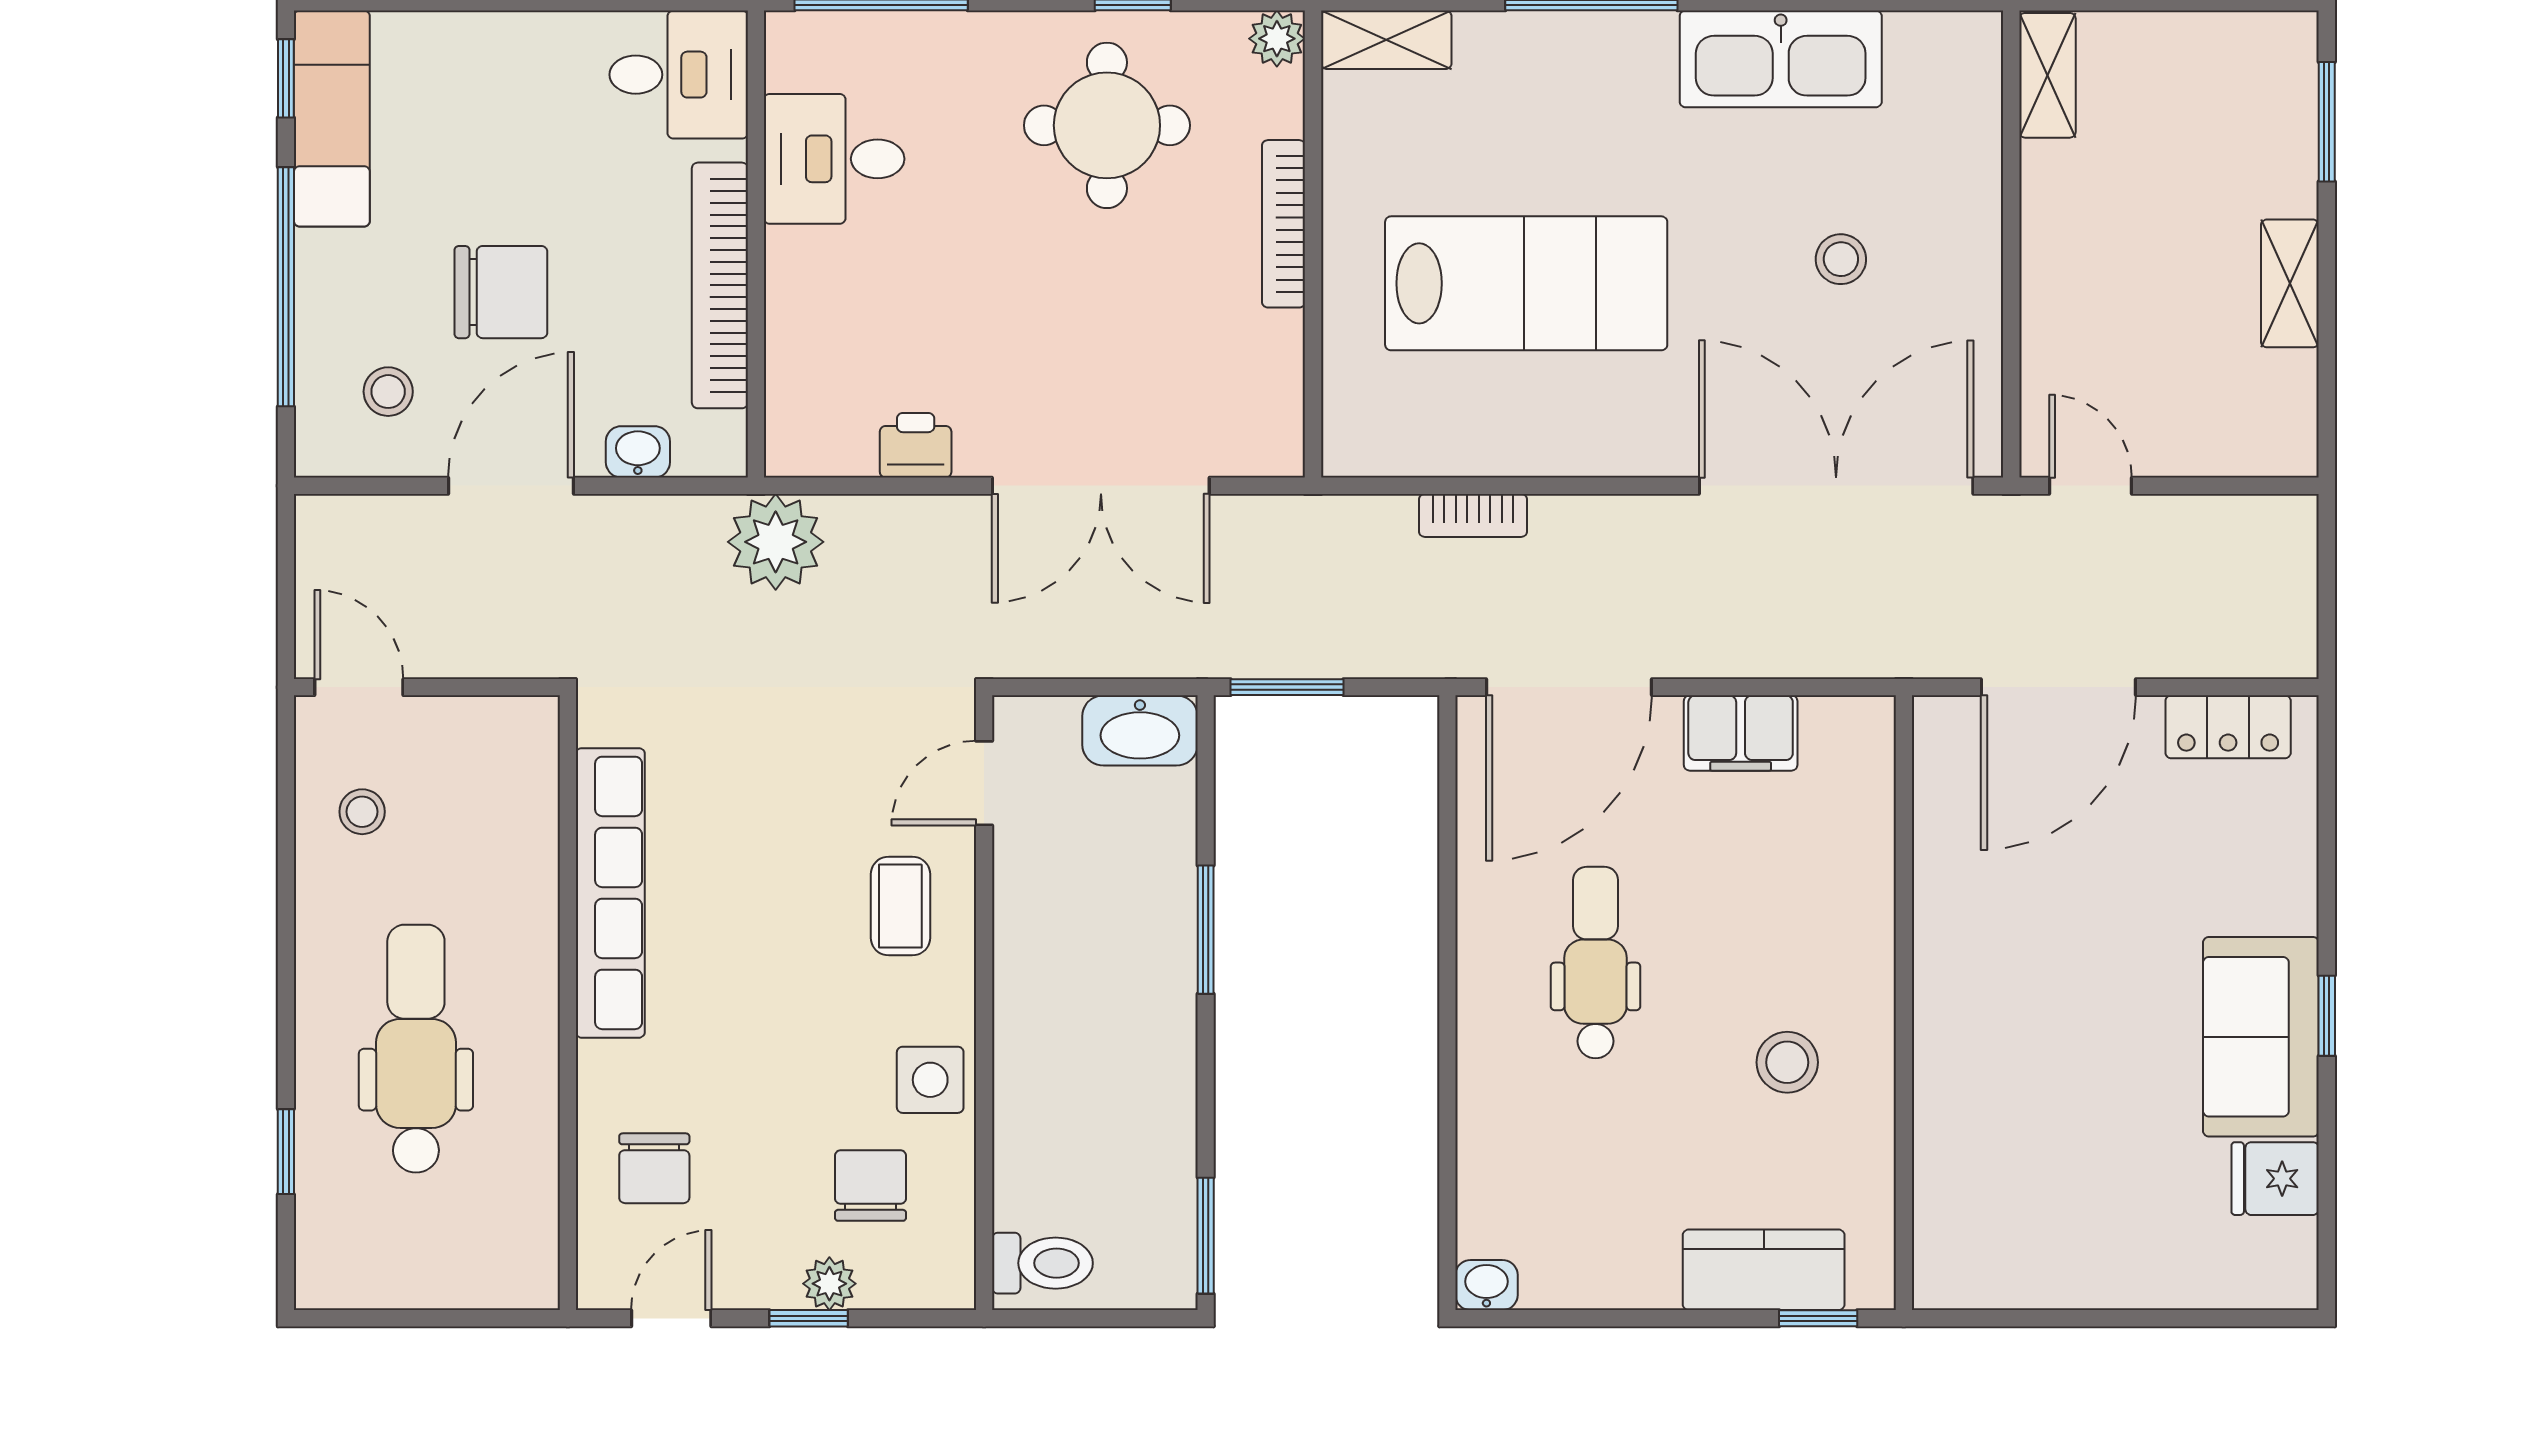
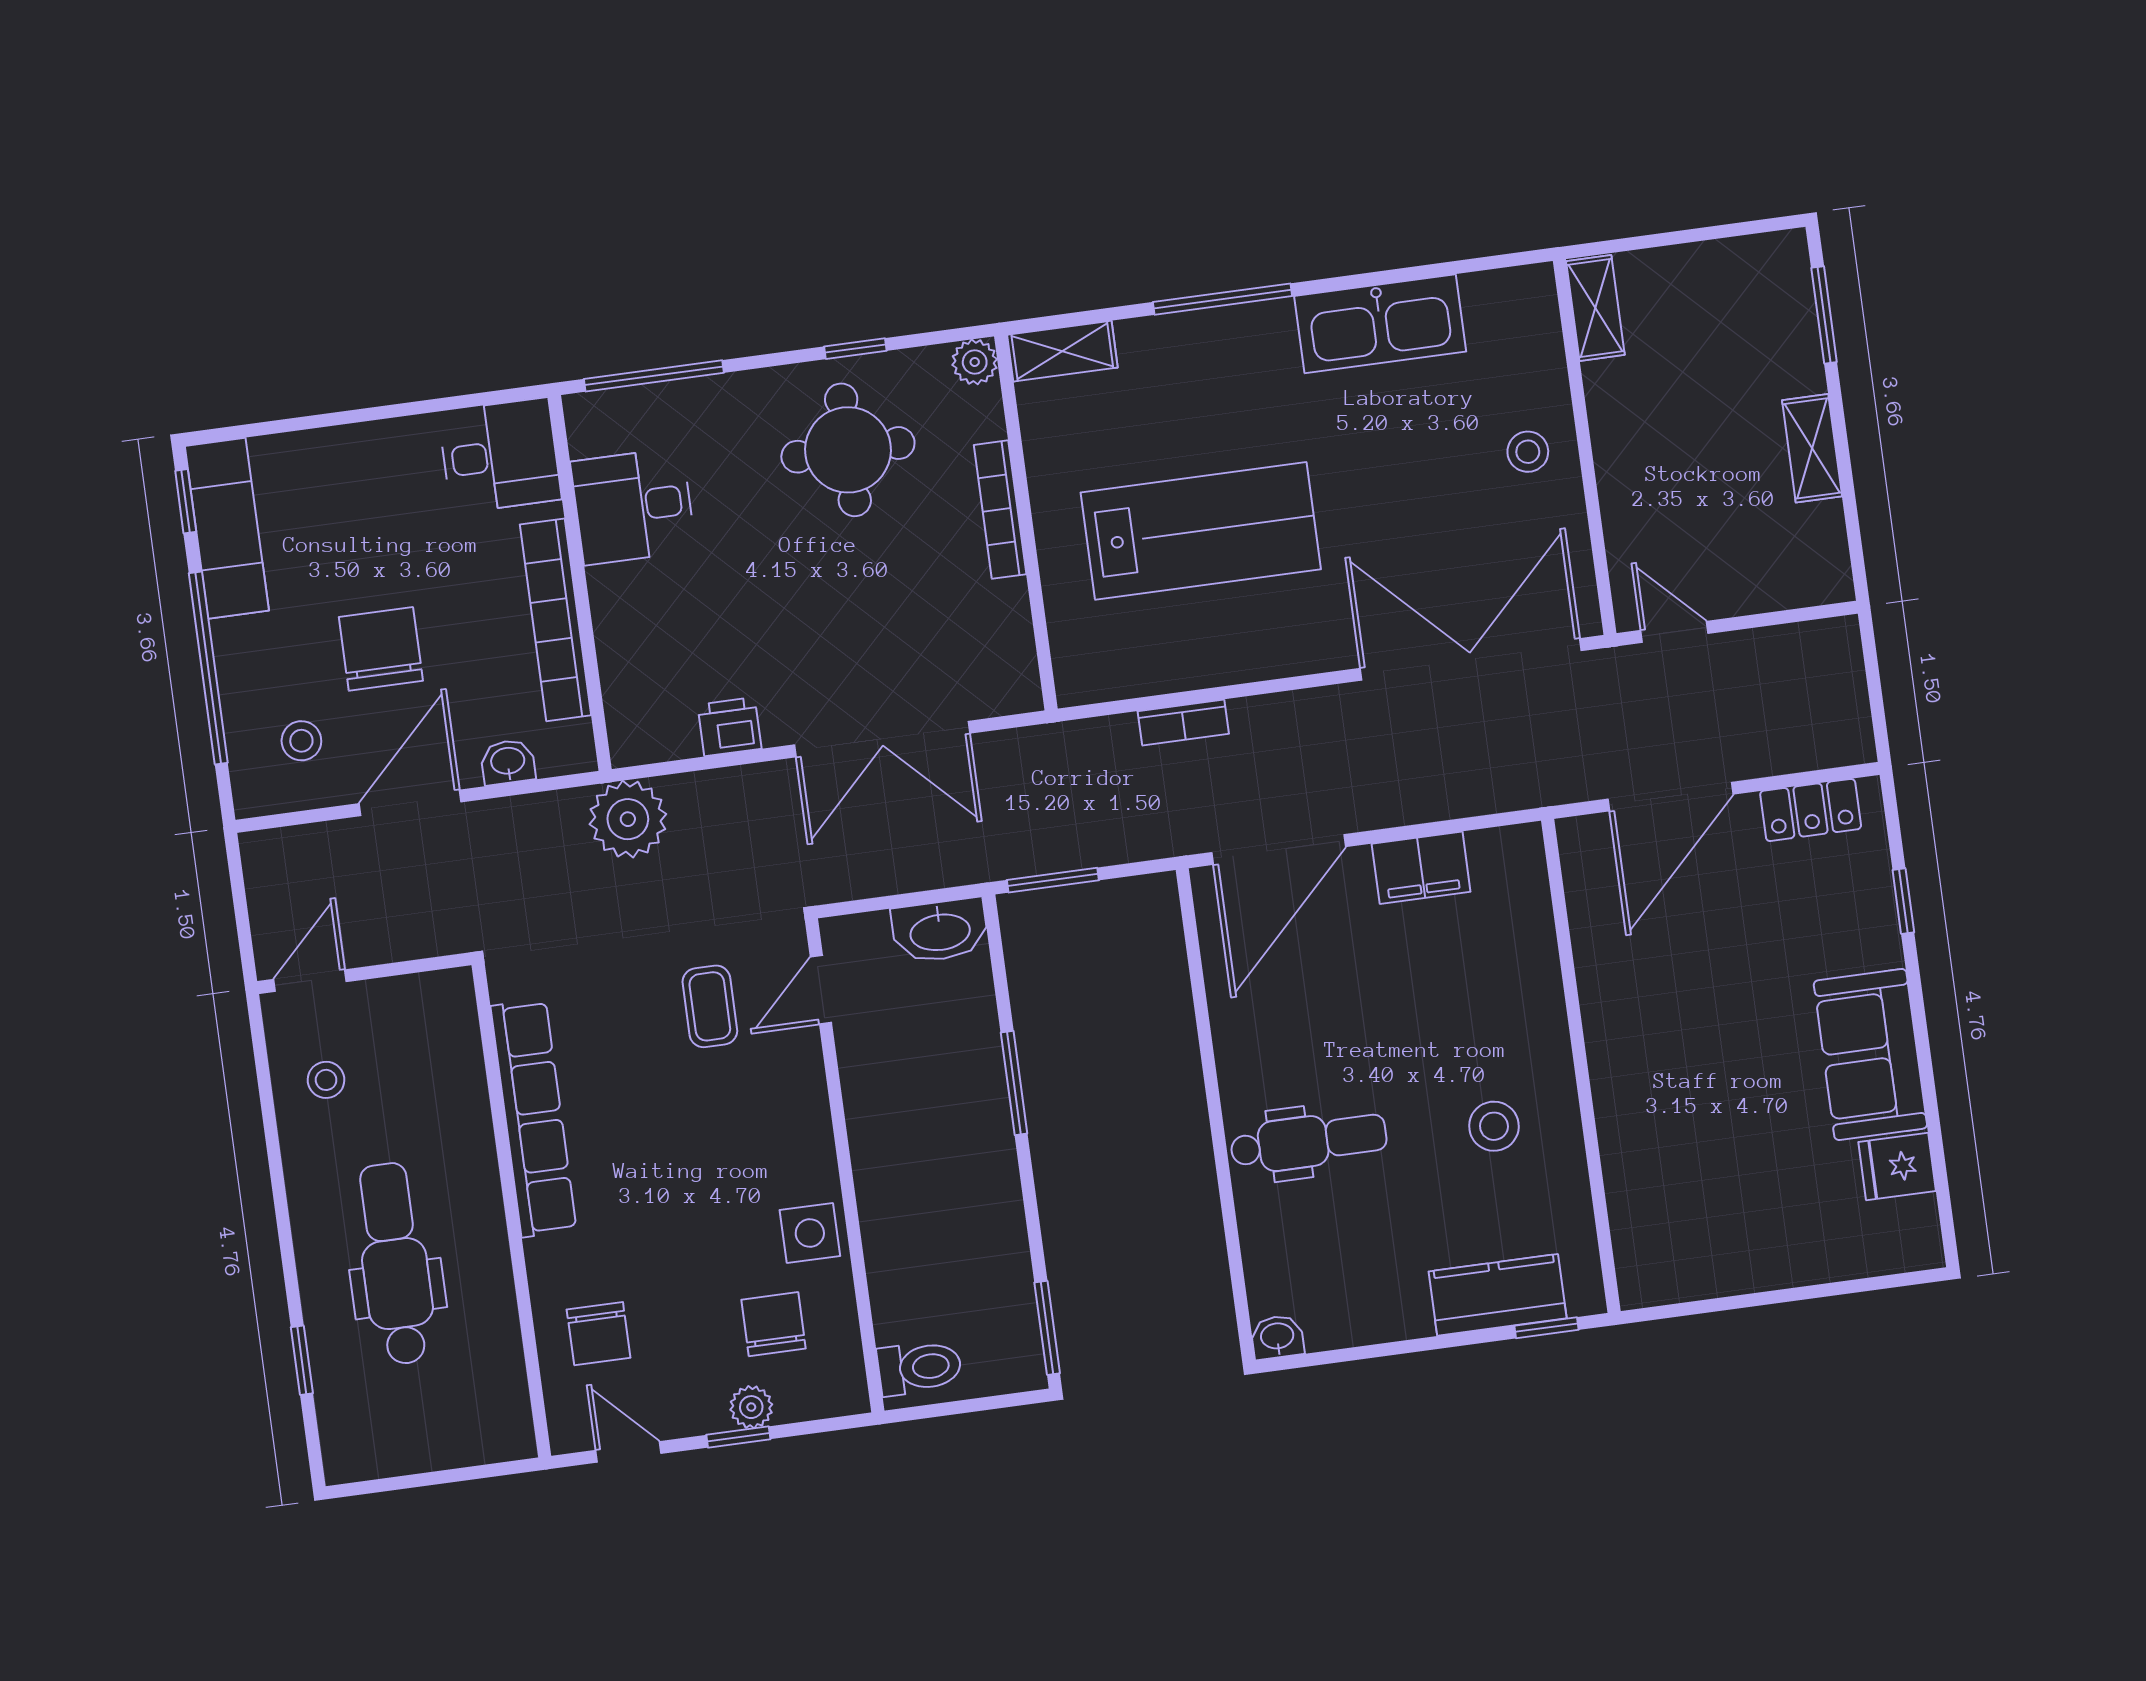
stool: (1841, 259) -> (1528, 452), moved
chair: (501, 292) -> (381, 649), turned -90
door: (359, 687) -> (310, 981), hinge flipped
coffee table: (900, 906) -> (710, 1006), moved
dental chair: (1596, 962) -> (1309, 1141), moved, turned 90
window: (2327, 1016) -> (1903, 901), moved
door: (671, 1318) -> (628, 1452), hinge flipped

